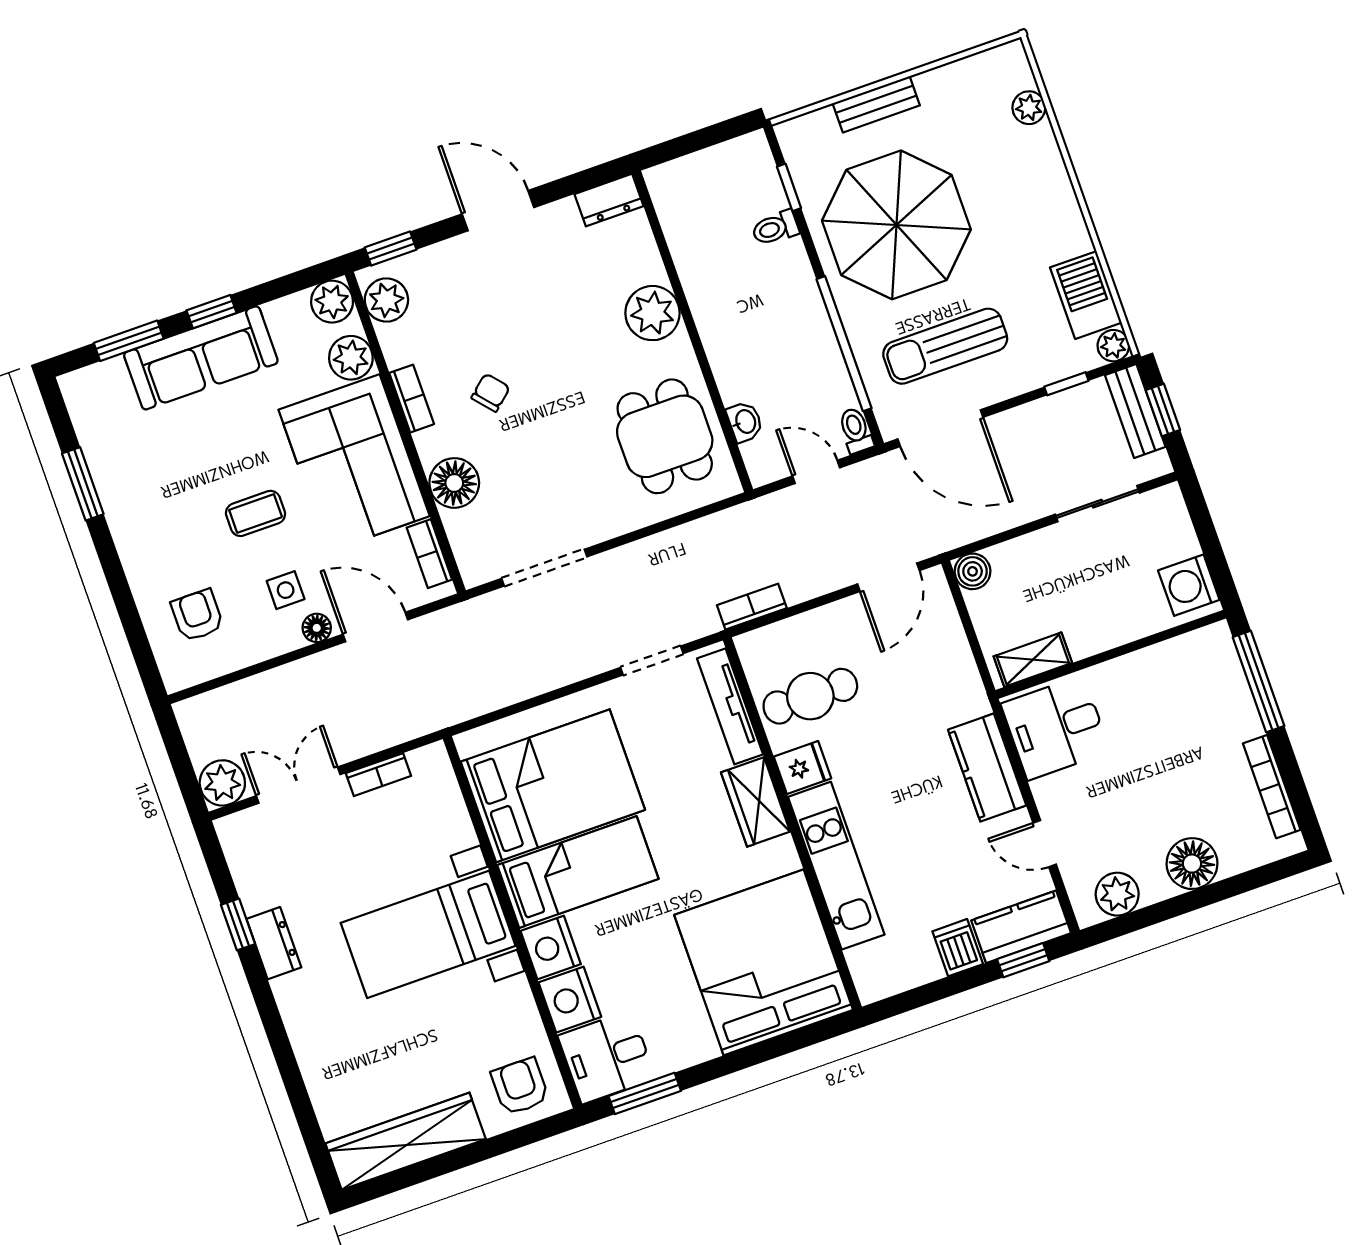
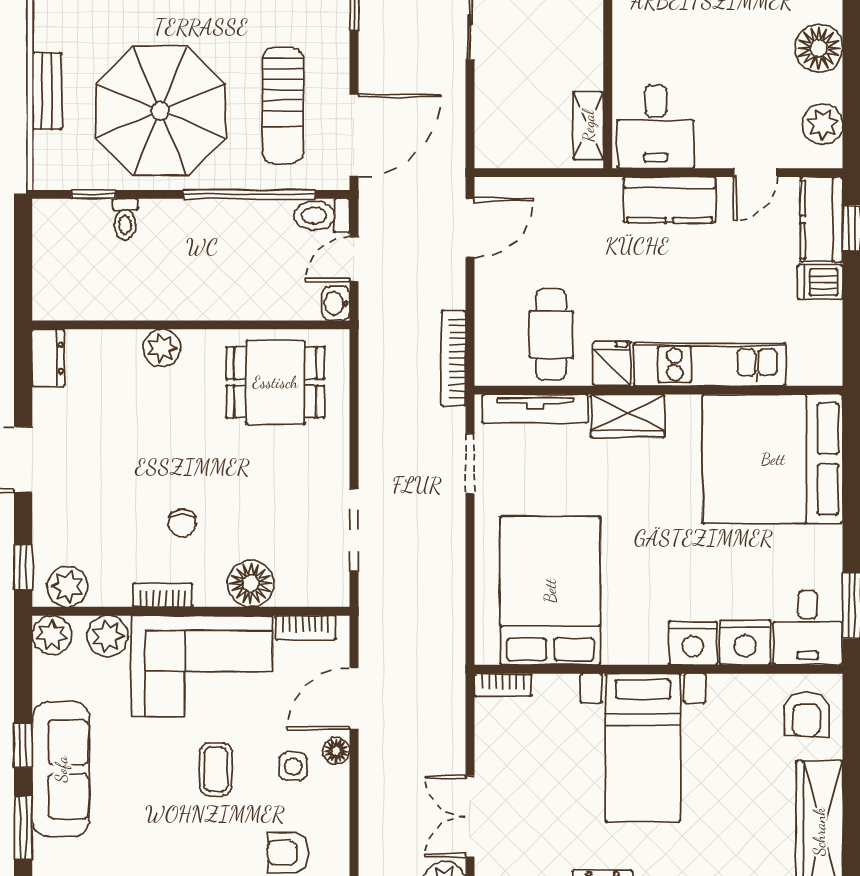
plant: (652, 313) -> (162, 348), width x0.73, depth x0.73
chair: (491, 393) -> (182, 523), turned -139
washbasin: (745, 422) -> (336, 303), moved, turned -90
toilet: (856, 430) -> (322, 216), width x1.37, depth x1.39
boiler: (973, 571) -> (491, 152), removed
door: (888, 577) -> (470, 228), hinge flipped
bookcase: (752, 607) -> (453, 358), width x1.56
bookcase: (378, 775) -> (503, 685), moved, turned 90
bed: (578, 872) -> (635, 595), removed
armchair: (520, 1086) -> (806, 714), turned -90

